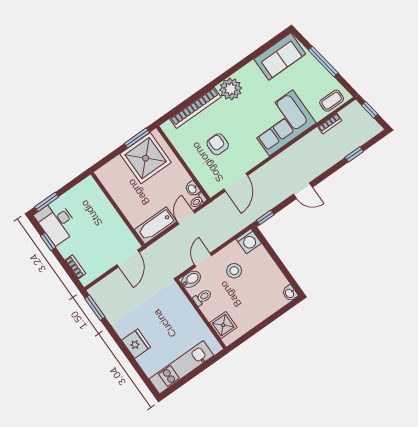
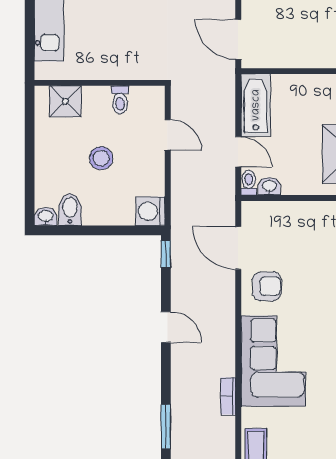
bookcase: (330, 124) -> (228, 396), moved
armchair: (218, 144) -> (267, 286), moved
window: (354, 154) -> (166, 427), width x1.50
door: (303, 191) -> (166, 327), swing flipped
stool: (234, 271) -> (101, 158), moved
bidet: (191, 279) -> (70, 210), moved, turned 180

